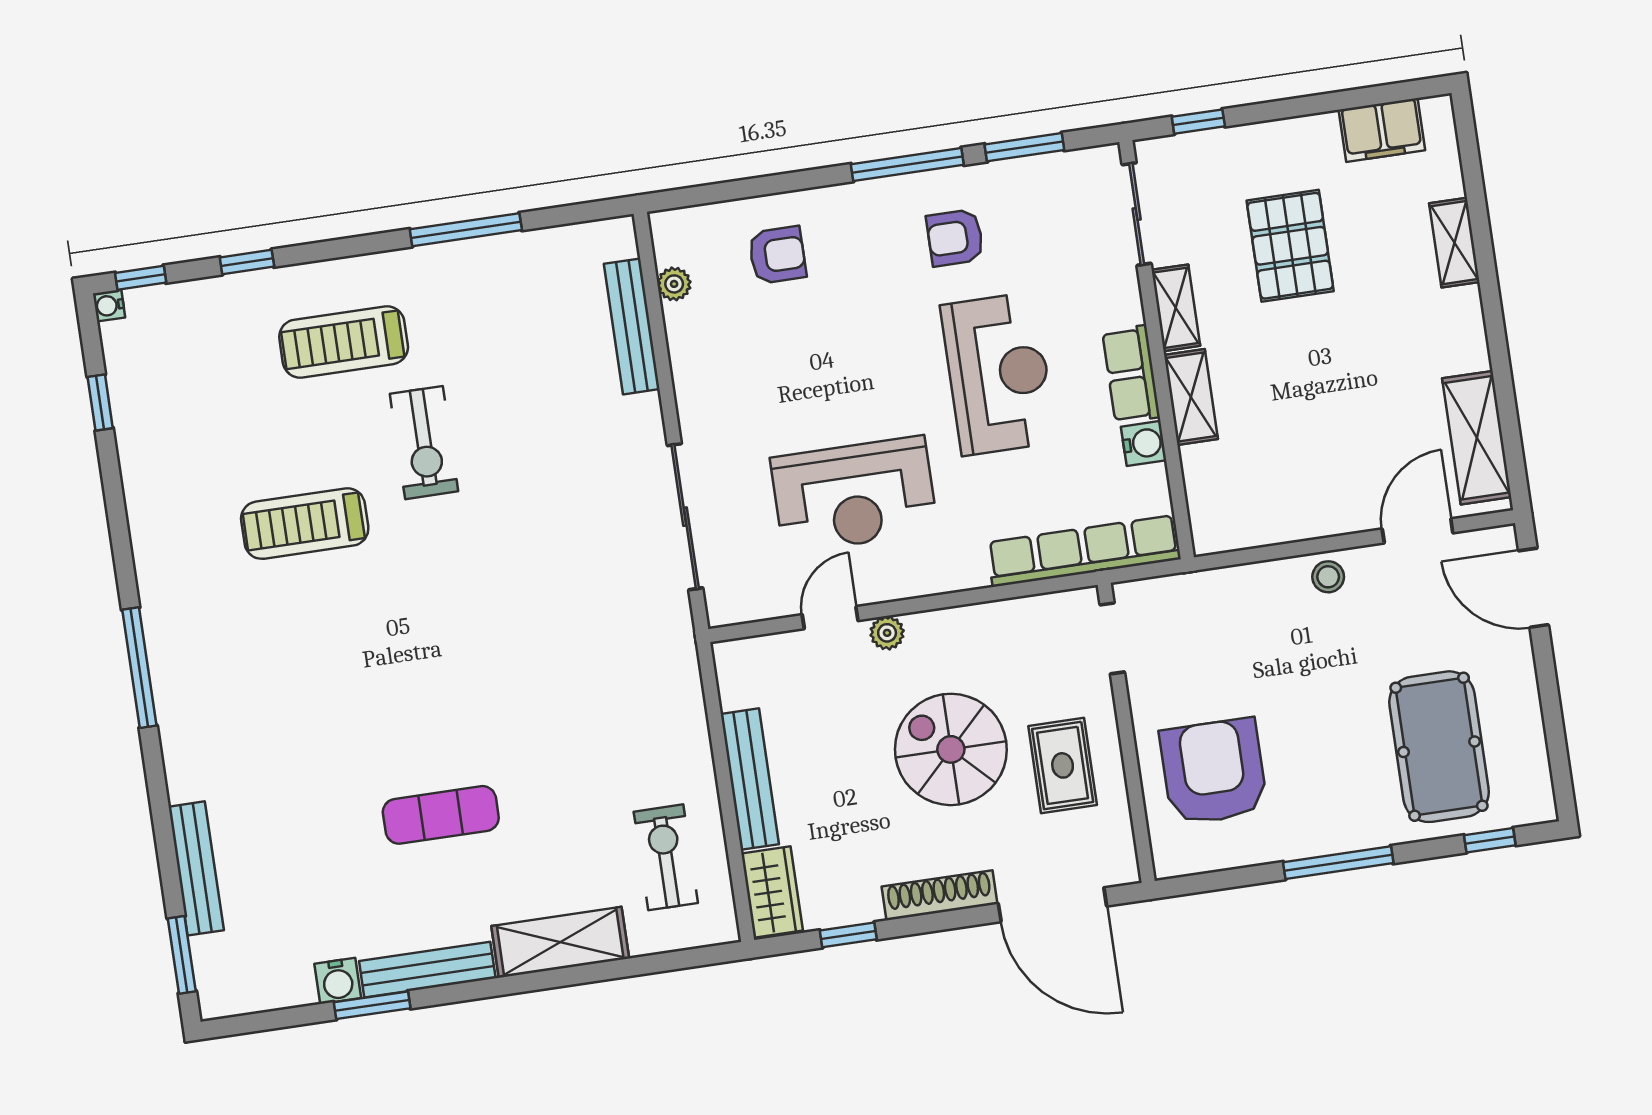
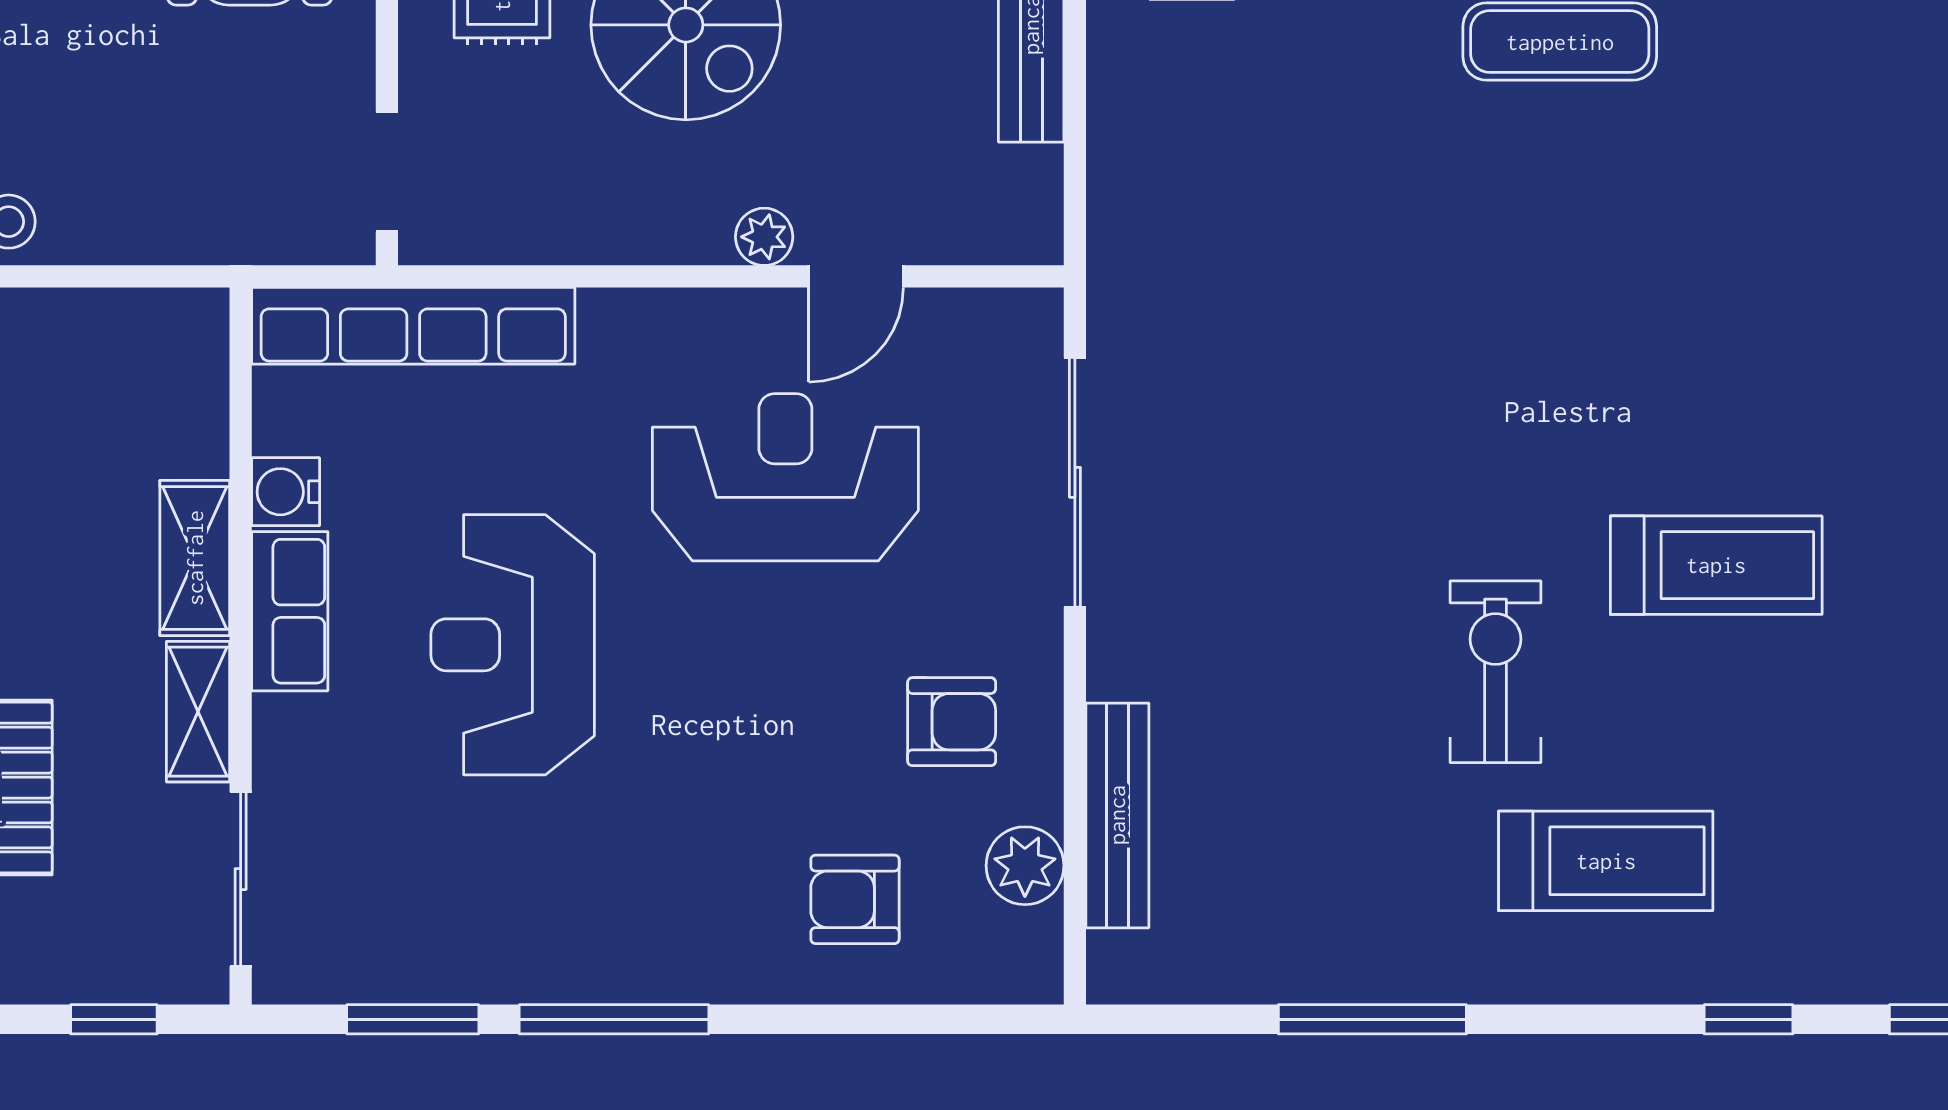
armchair: (955, 238) -> (952, 722), moved
plant: (674, 284) -> (1025, 866), width x1.38, depth x1.38

